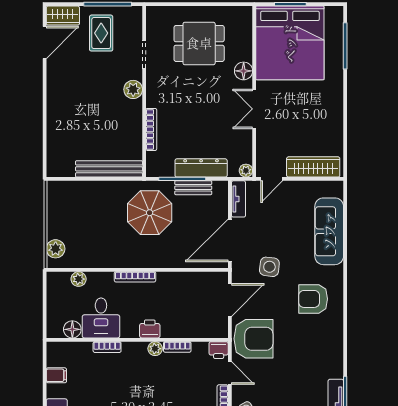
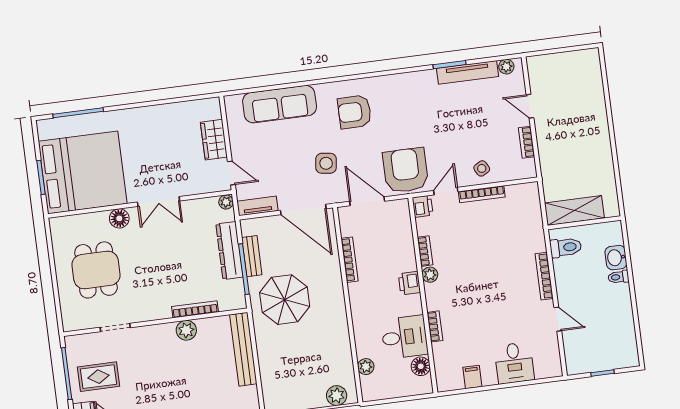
plant: (133, 89) -> (186, 330), moved
wardrobe: (313, 167) -> (214, 140), width x0.67
bookcase: (135, 277) -> (350, 260), moved
armchair: (313, 299) -> (355, 112), turned 90

